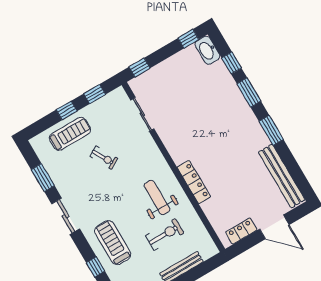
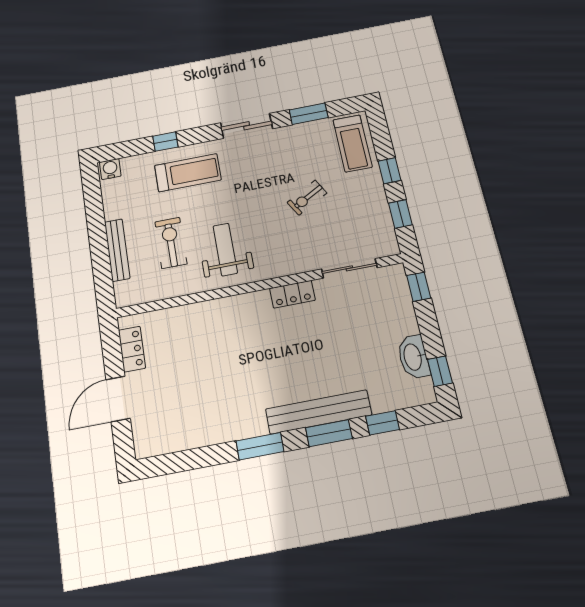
washbasin: (207, 50) -> (413, 357), moved, turned -90
treadmill: (70, 134) -> (353, 143), moved
bench: (282, 176) -> (319, 412), moved
locker: (194, 182) -> (292, 294), moved, width x0.66
weight bench: (157, 198) -> (225, 249), turned -90
exercise bike: (165, 235) -> (171, 243), turned 180

